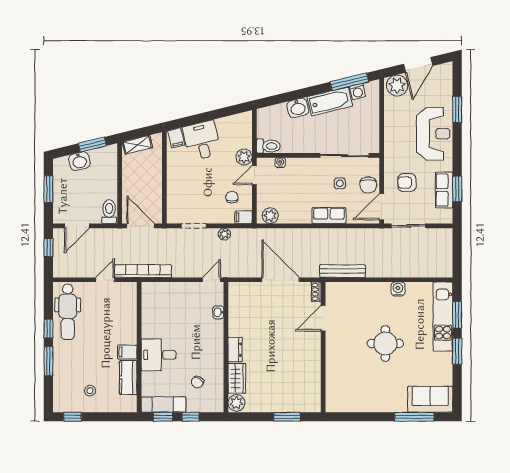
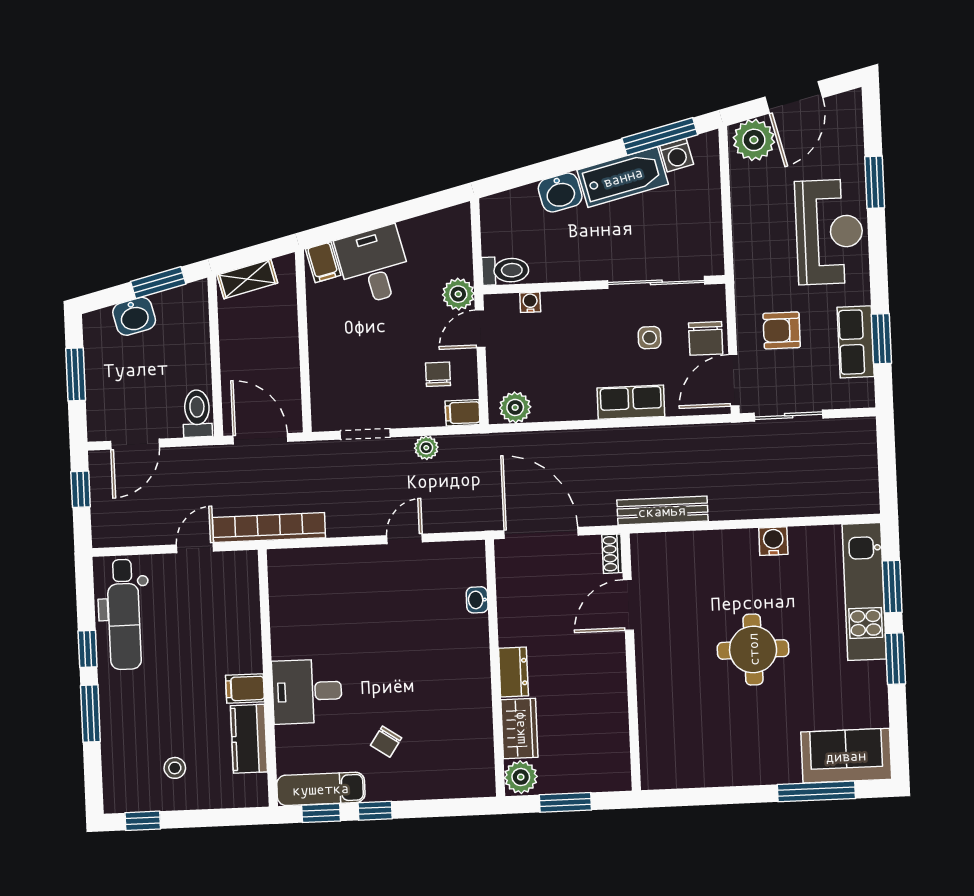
washbasin: (218, 312) -> (477, 600), moved
wall: (226, 347) -> (495, 668), moved
dresser: (235, 350) -> (513, 672), moved
wardrobe: (237, 378) -> (519, 728), moved
plant: (236, 403) -> (521, 777), moved

